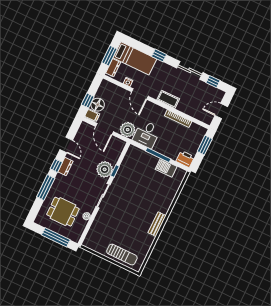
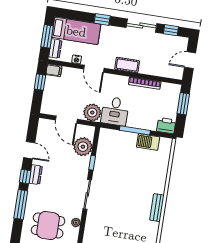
window: (88, 101) -> (40, 82), moved
floor lamp: (98, 105) -> (50, 95), removed
filing cabinet: (92, 115) -> (54, 70), moved
plant: (105, 169) -> (83, 147), moved

